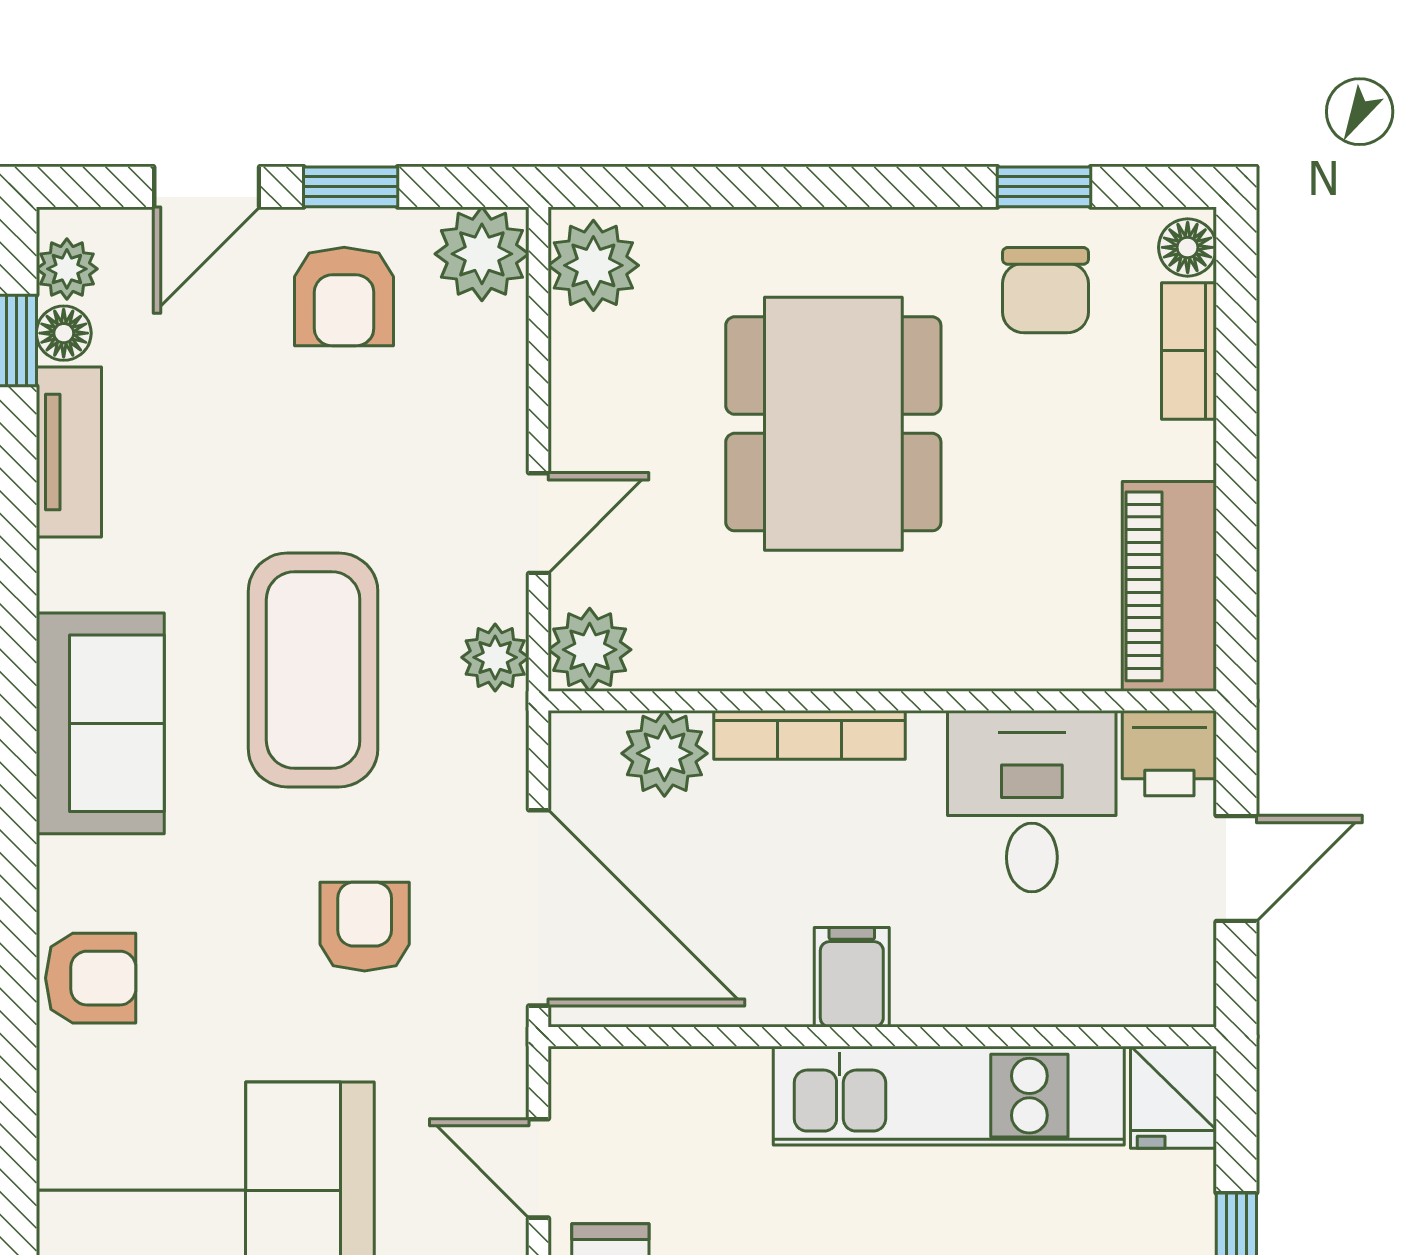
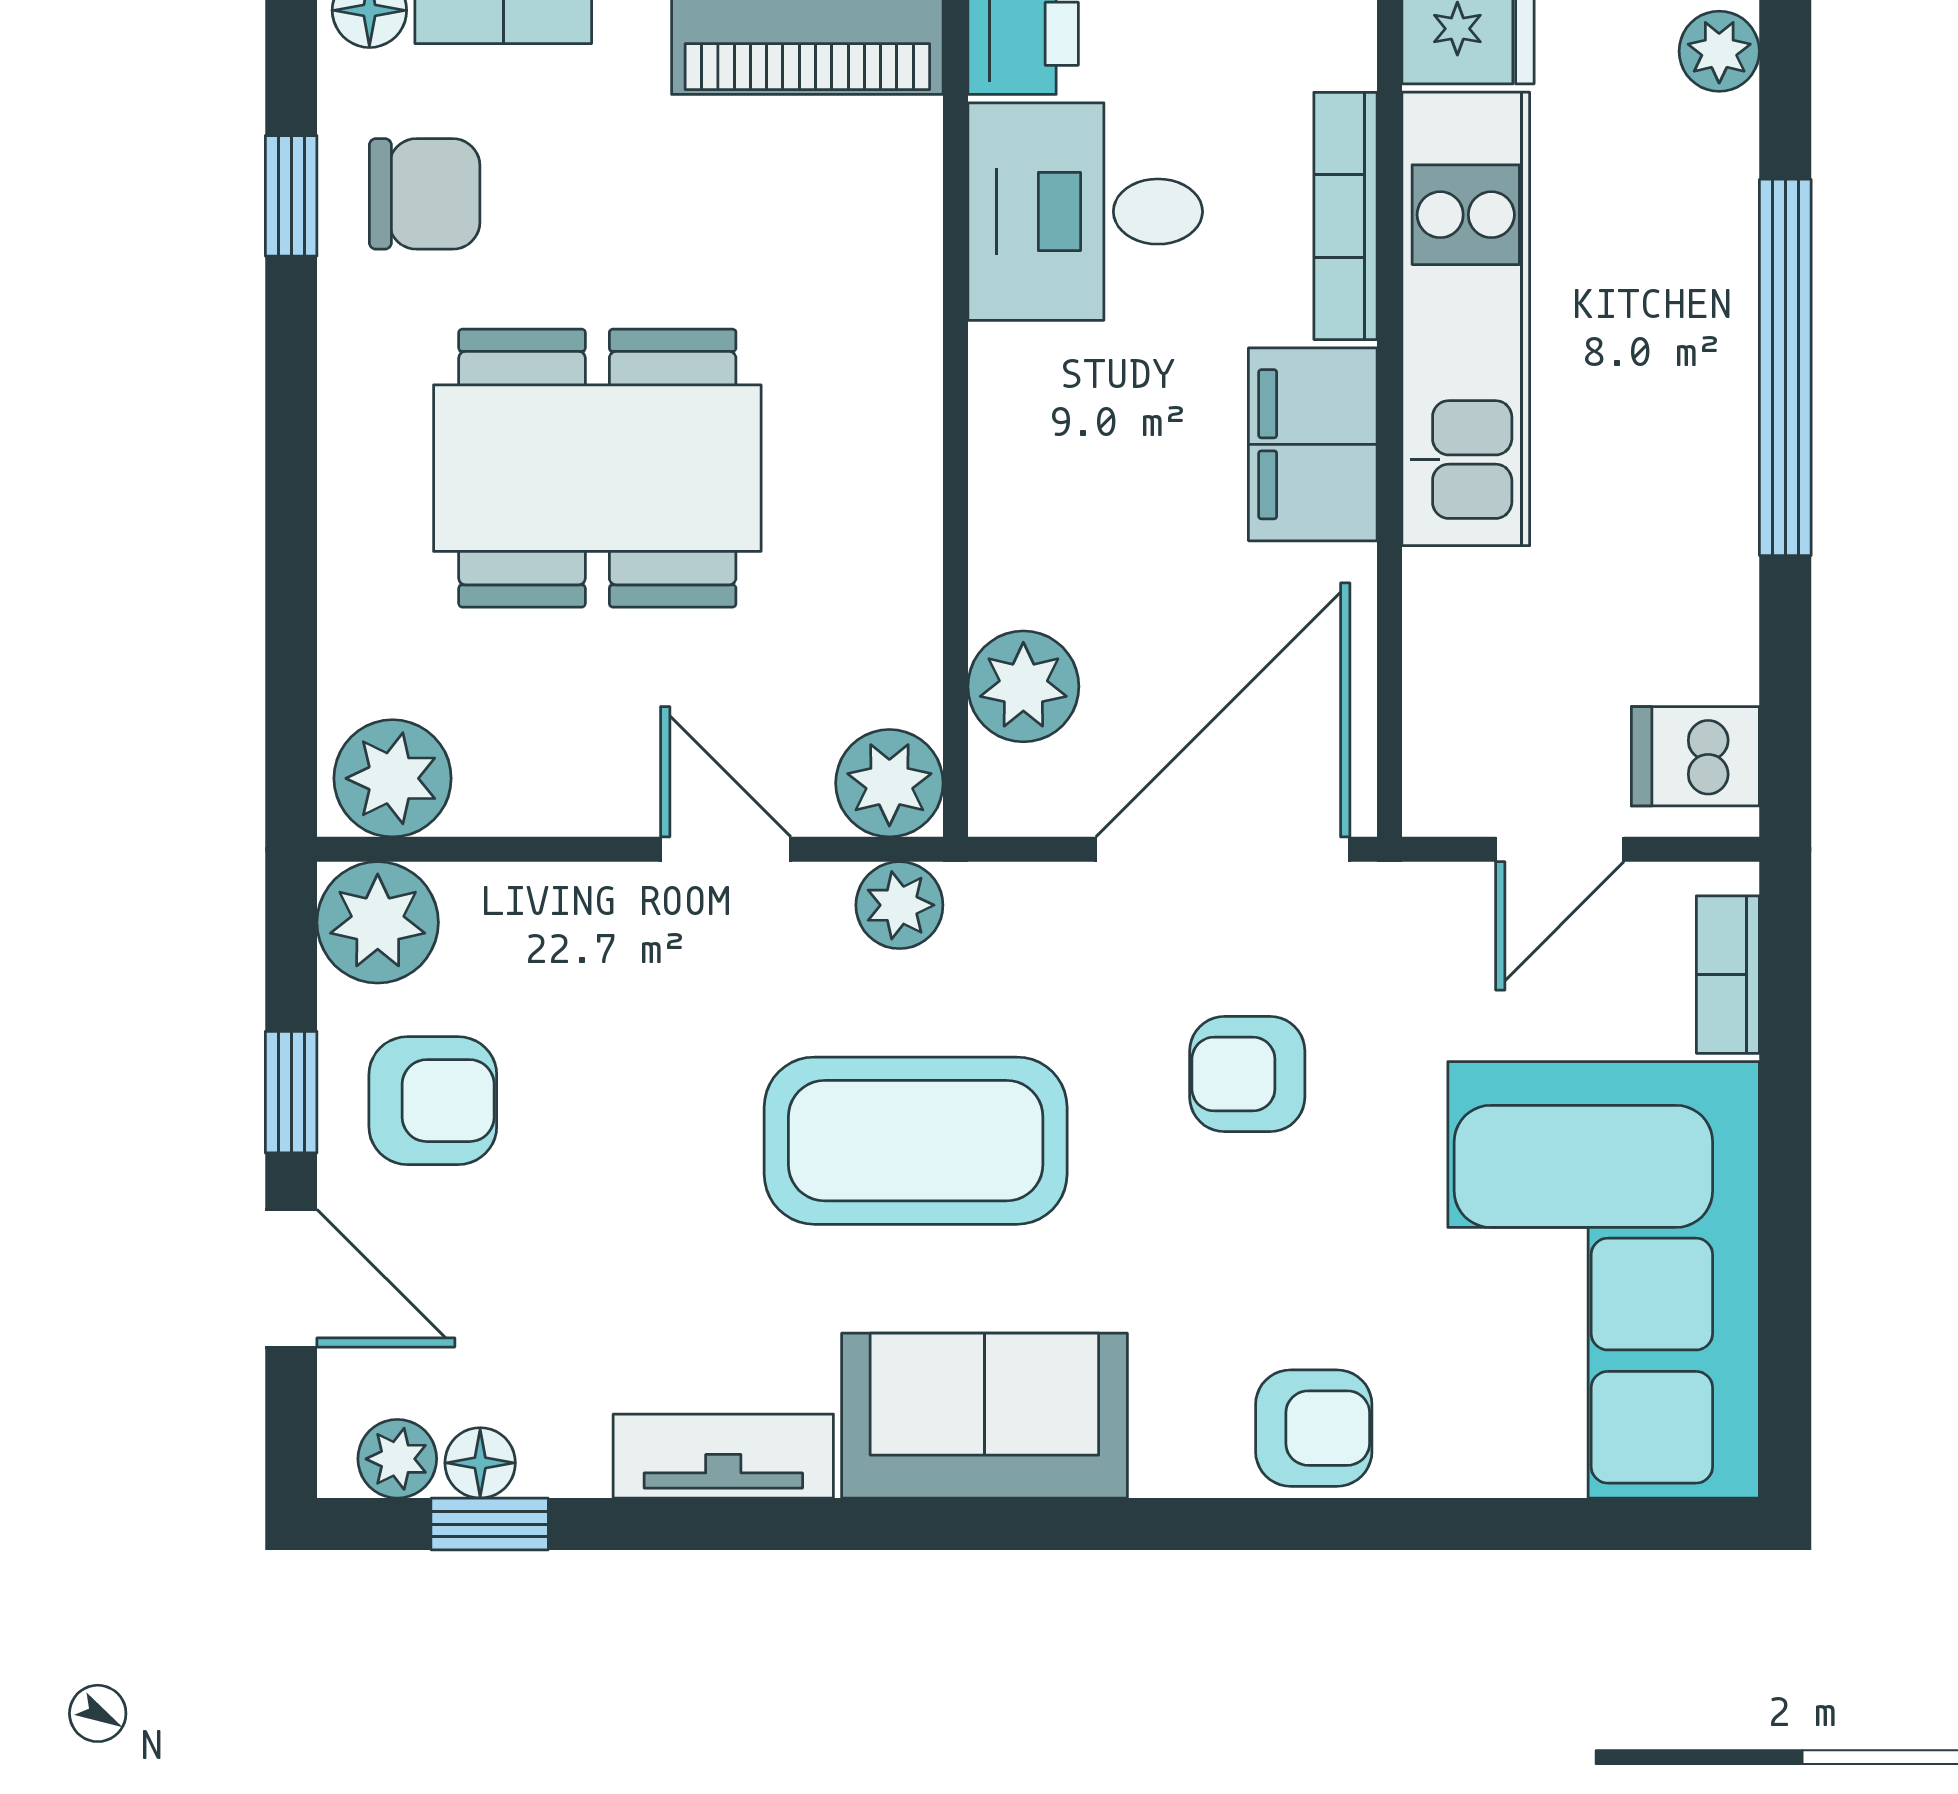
tv unit: (69, 452) -> (723, 1456), moved
bookcase: (809, 735) -> (1345, 216), moved, turned 180
filing cabinet: (852, 977) -> (1313, 444), width x2.00
armchair: (91, 978) -> (1314, 1428), turned 90

